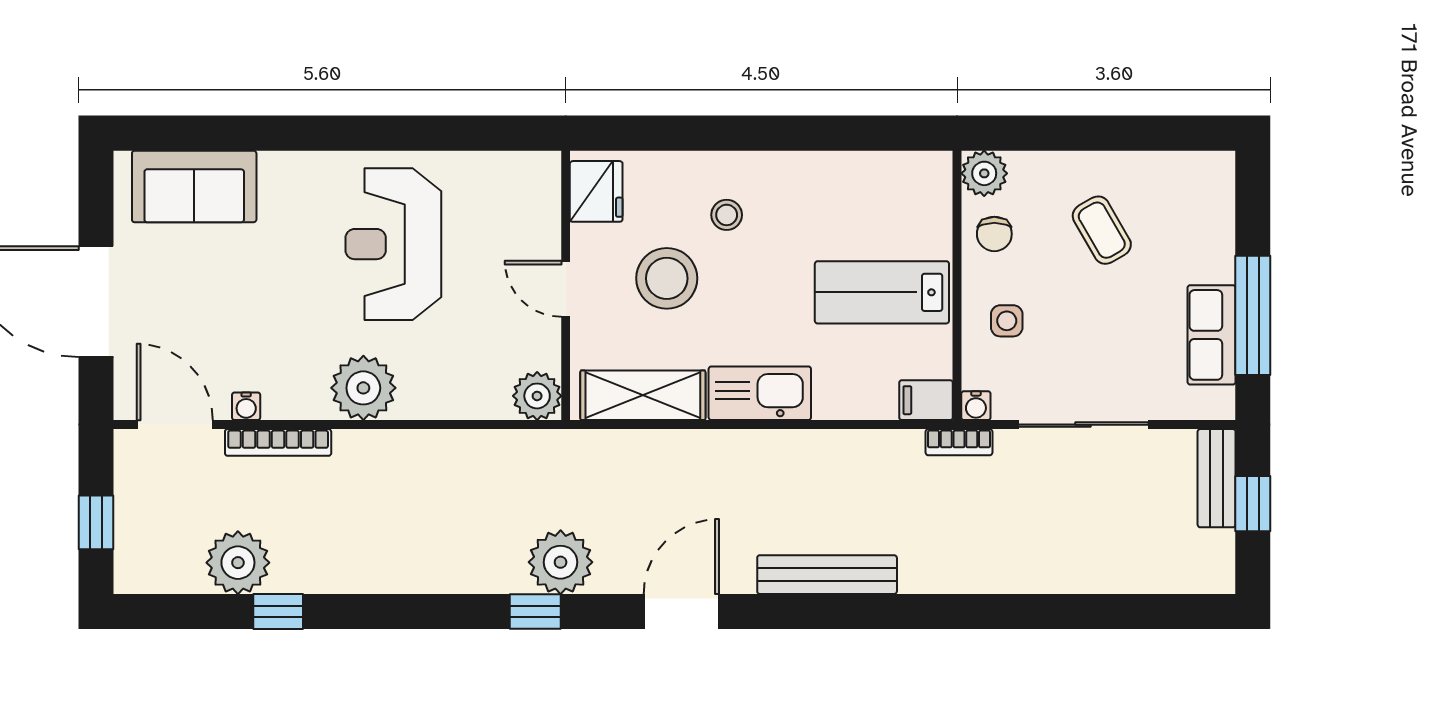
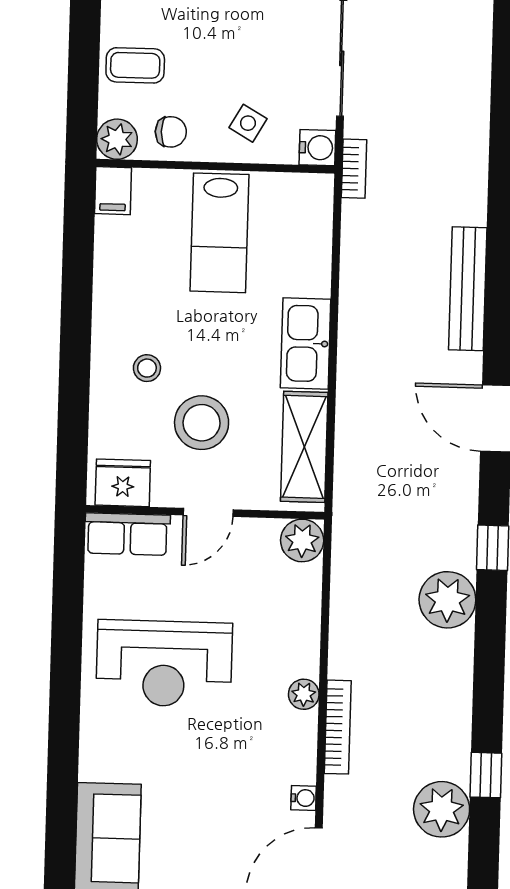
row of seats: (538, 198) -> (127, 534), added
coffee table: (1102, 230) -> (135, 65), moved, turned 30
side table: (1007, 321) -> (248, 123), turned 30
plant: (363, 388) -> (304, 694), width x0.53, depth x0.53
filing cabinet: (926, 400) -> (113, 191), moved
water cooler: (976, 406) -> (317, 148), width x1.38, depth x1.38
bookcase: (278, 442) -> (338, 727), moved
plant: (561, 562) -> (447, 600), moved

